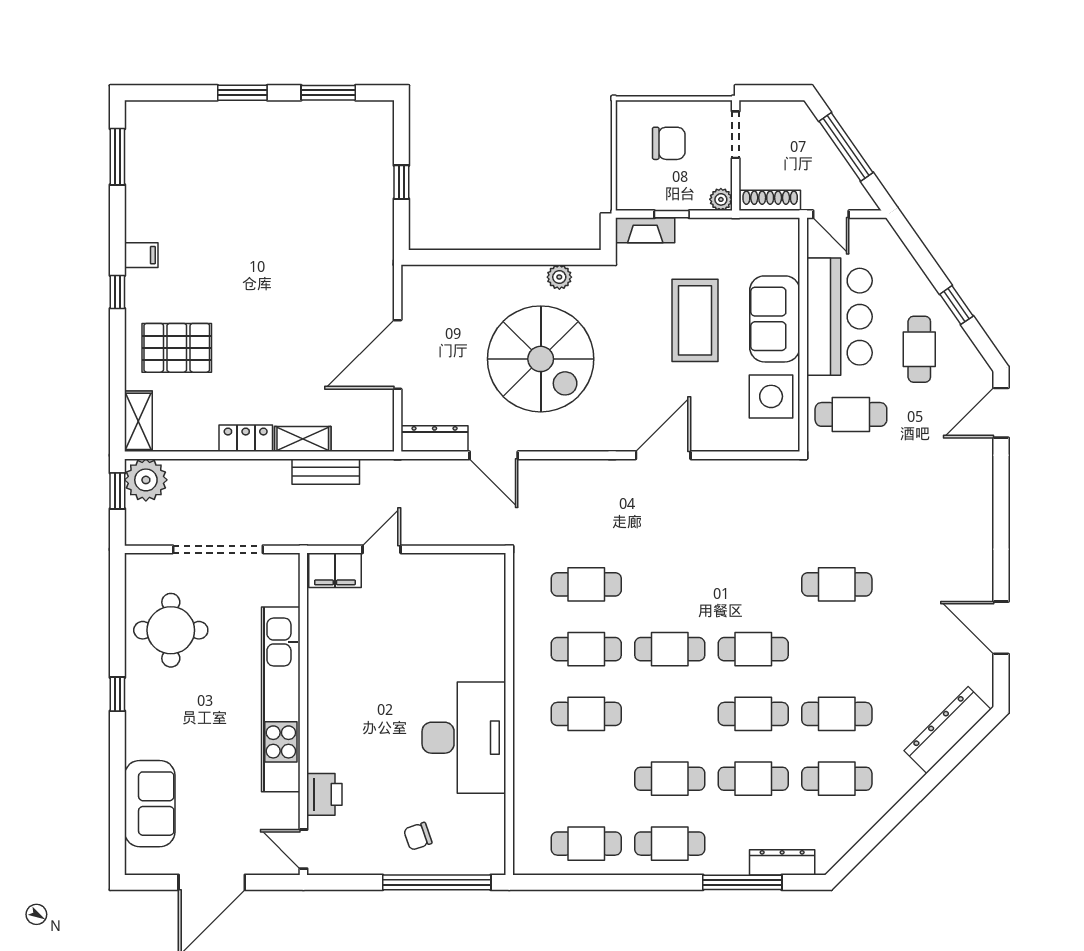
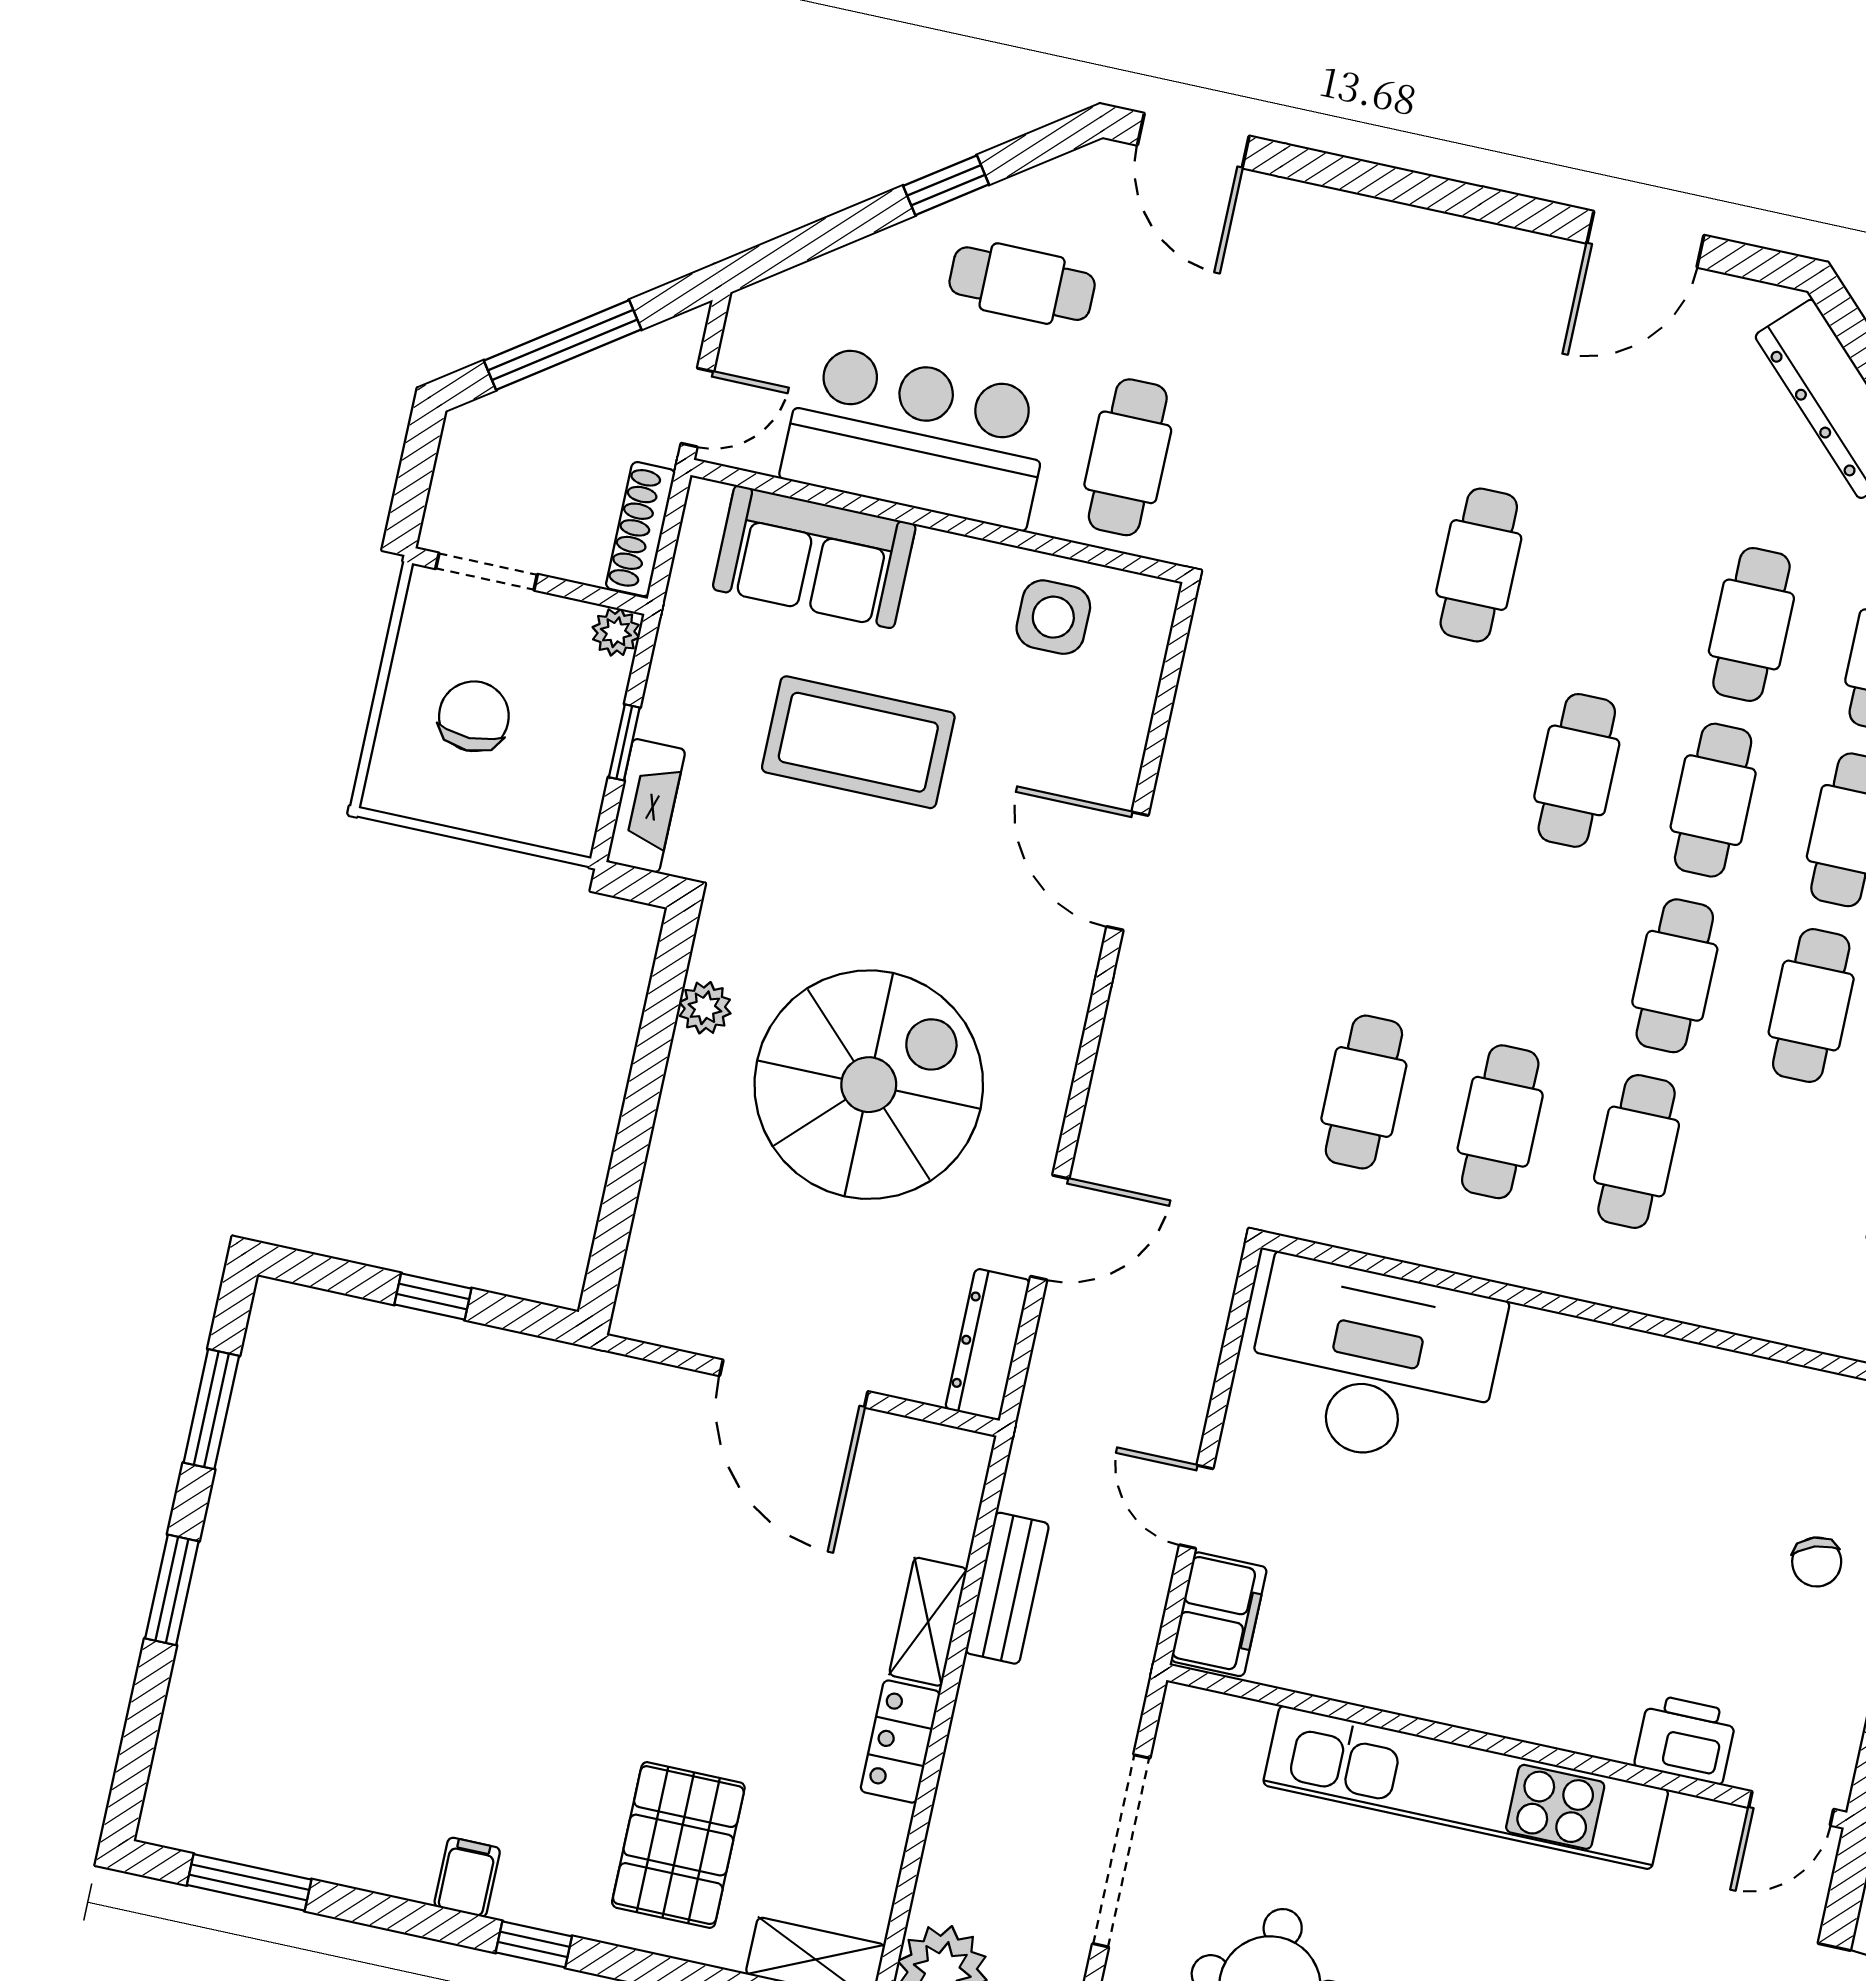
sofa: (775, 319) -> (814, 557), moved
side table: (771, 396) -> (1053, 617), width x0.73, depth x0.73
cafe table: (670, 649) -> (1675, 976), moved
desk: (464, 738) -> (1374, 1364), moved

